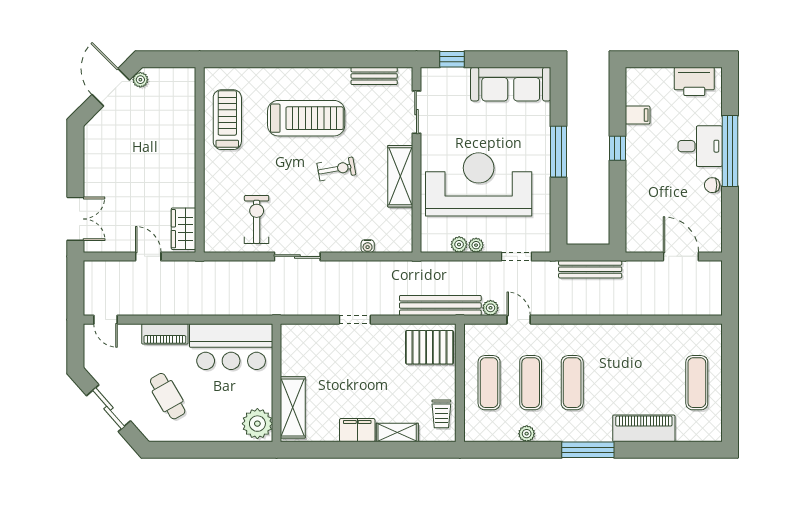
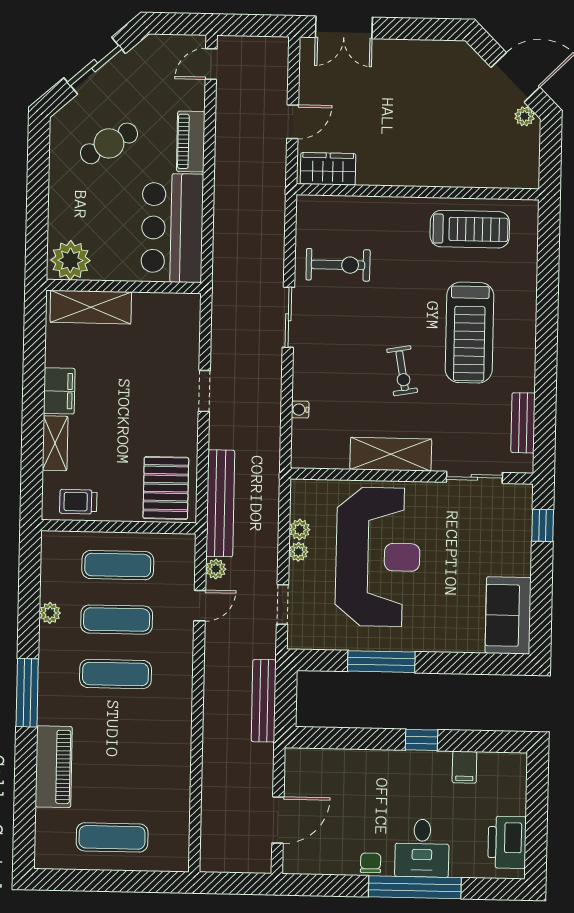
sofa: (511, 84) -> (508, 615), width x0.73
window: (558, 152) -> (381, 662), moved

